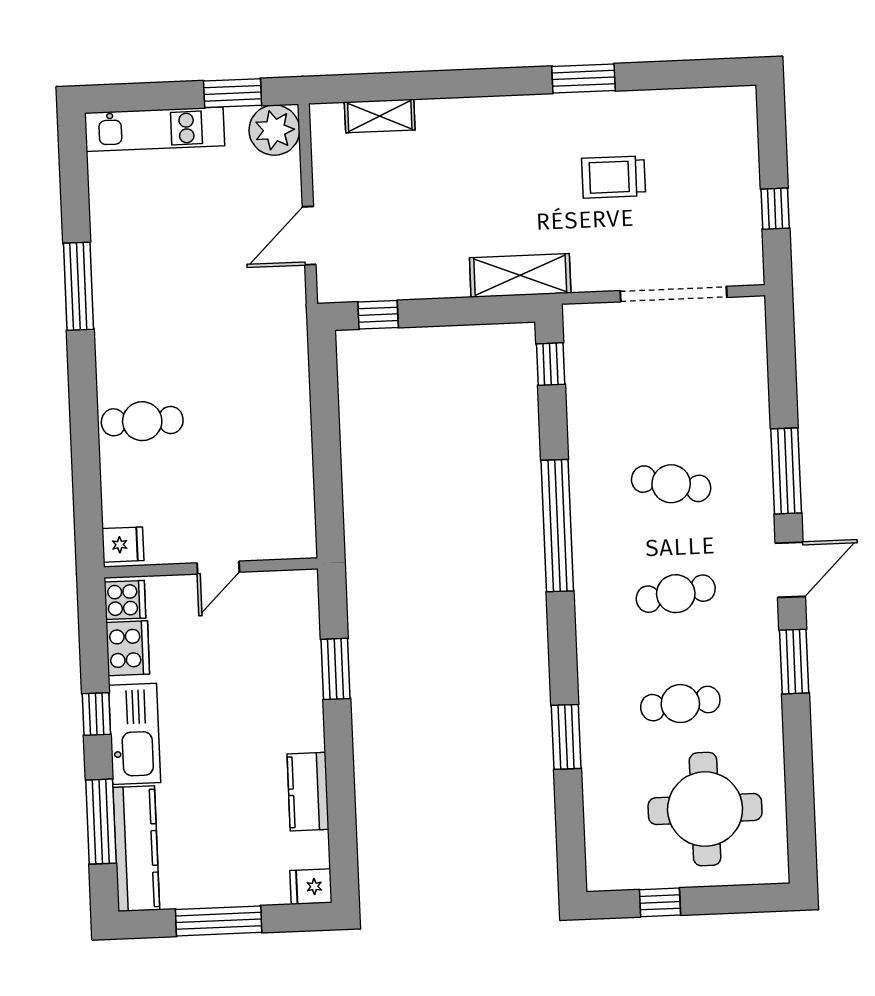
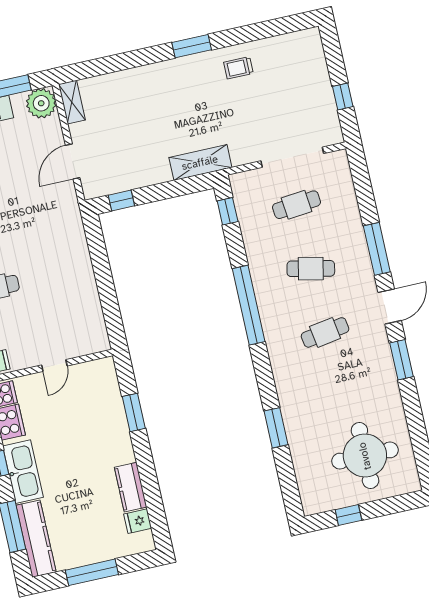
window: (583, 78) -> (192, 46), moved
shelving: (380, 116) -> (72, 102), moved, turned 90
trolley: (614, 177) -> (238, 68), moved, width x0.73, depth x0.72
cafe table: (680, 704) -> (297, 205), moved
fridge: (311, 887) -> (138, 521), moved

